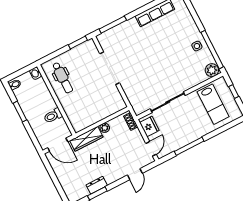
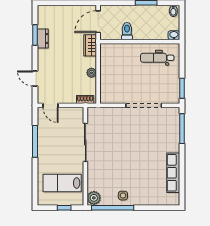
fridge: (149, 126) -> (72, 114), removed
wardrobe: (86, 139) -> (90, 45), width x0.67

